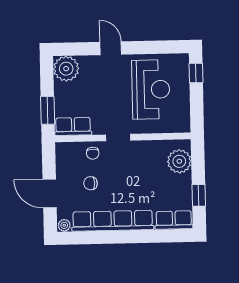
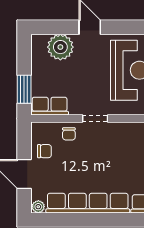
plant: (66, 69) -> (60, 47), moved
chair: (91, 183) -> (44, 151), moved, turned 180

